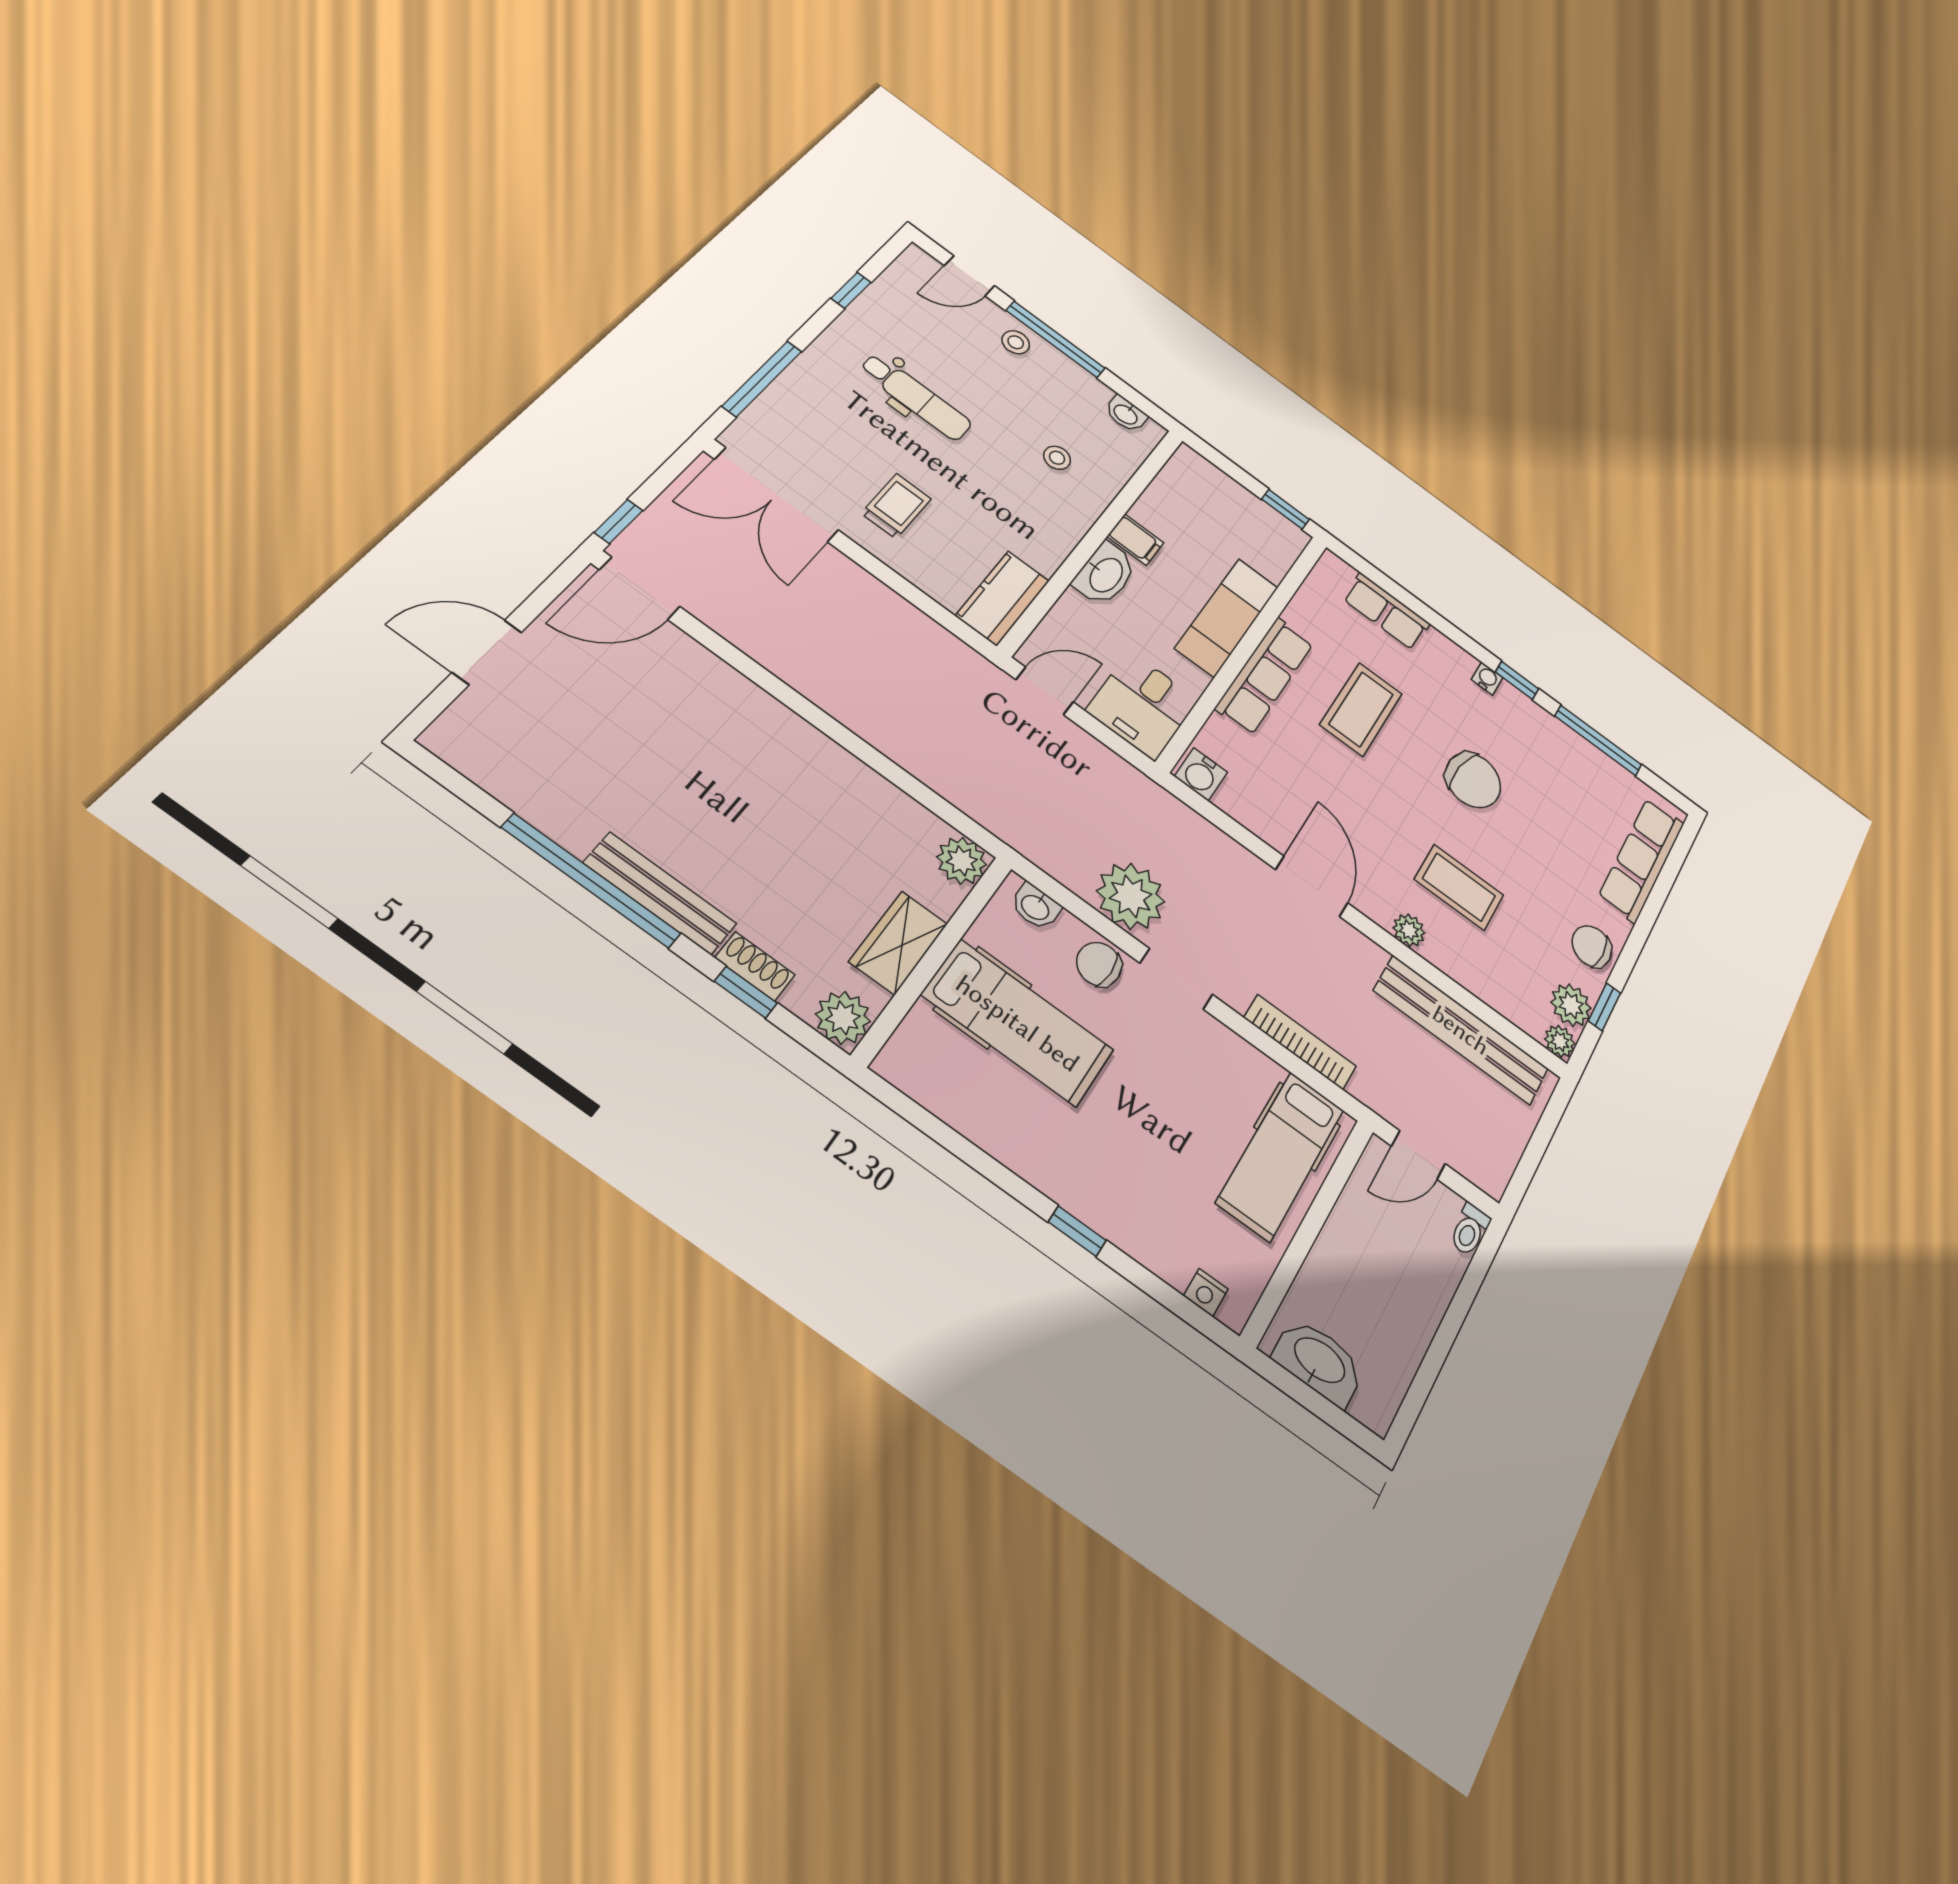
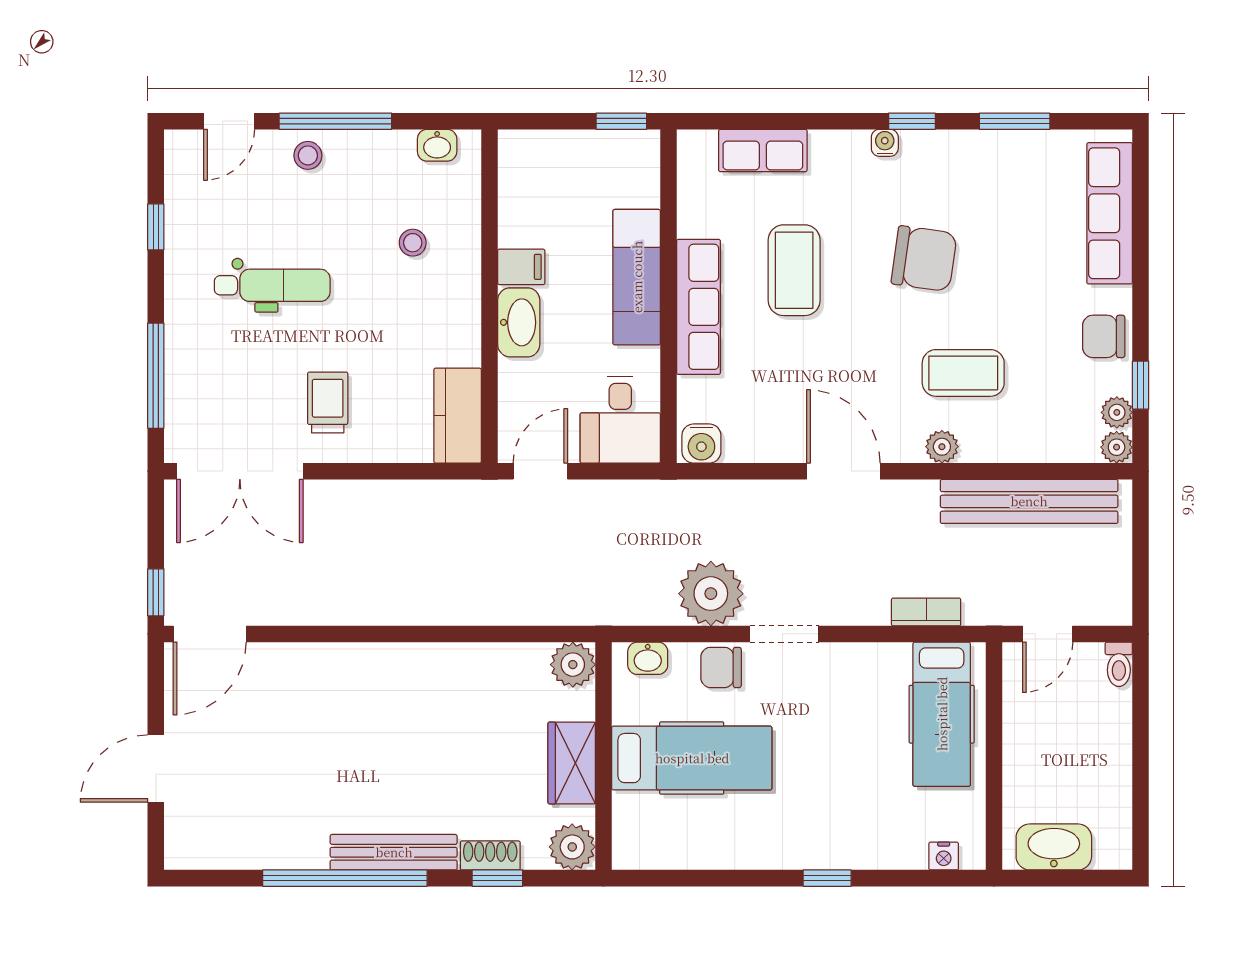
window: (1598, 740) -> (1015, 121), width x0.69
plant: (1571, 1005) -> (1117, 412), width x0.73, depth x0.73
bookcase: (1300, 1042) -> (926, 612), width x0.64

